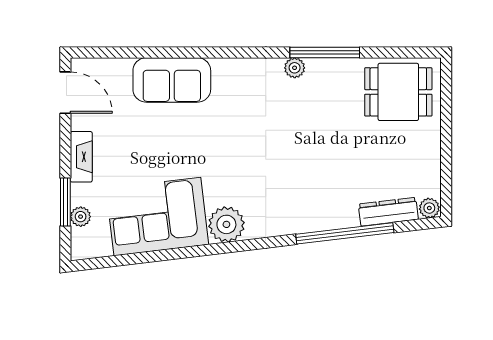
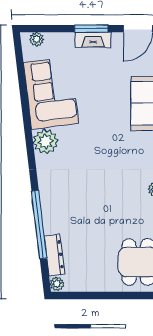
window: (65, 202) -> (91, 29), moved
plant: (81, 217) -> (37, 39), moved

